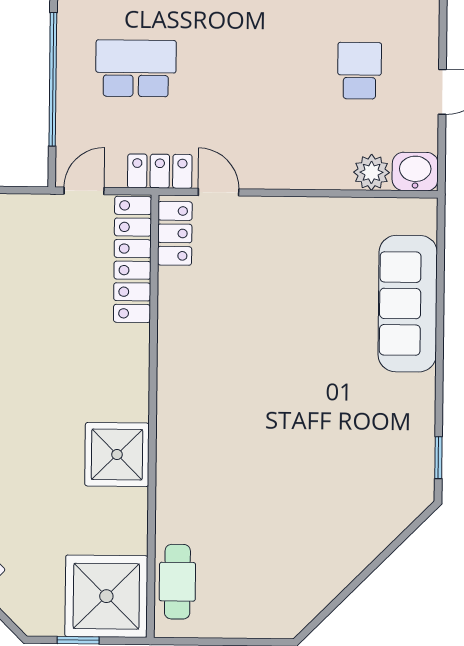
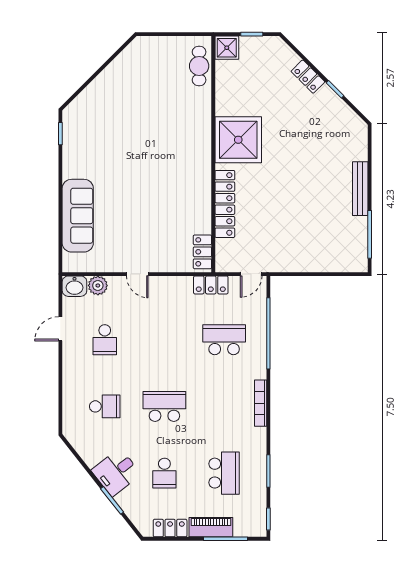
school desk: (136, 68) -> (224, 340), turned 180
door: (219, 192) -> (137, 274), moved
locker: (133, 259) -> (225, 204), moved
shower: (117, 454) -> (238, 140), width x1.37, depth x1.37
shower: (106, 596) -> (227, 48), width x0.54, depth x0.54

